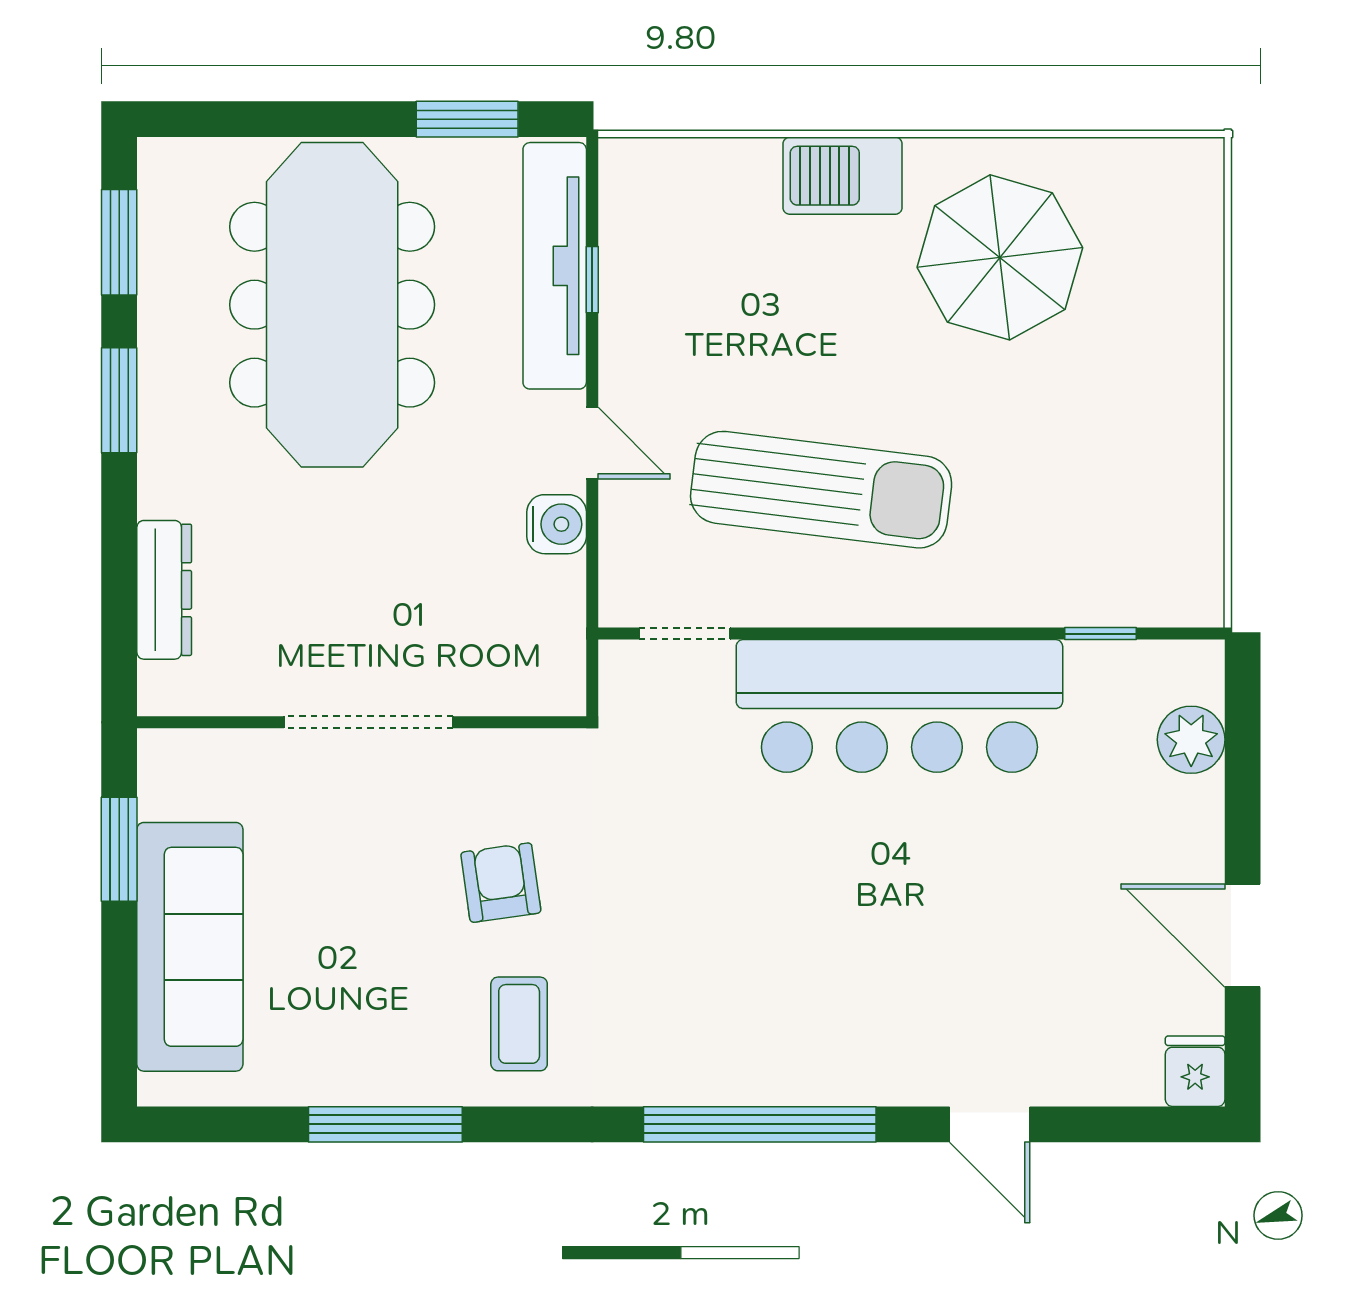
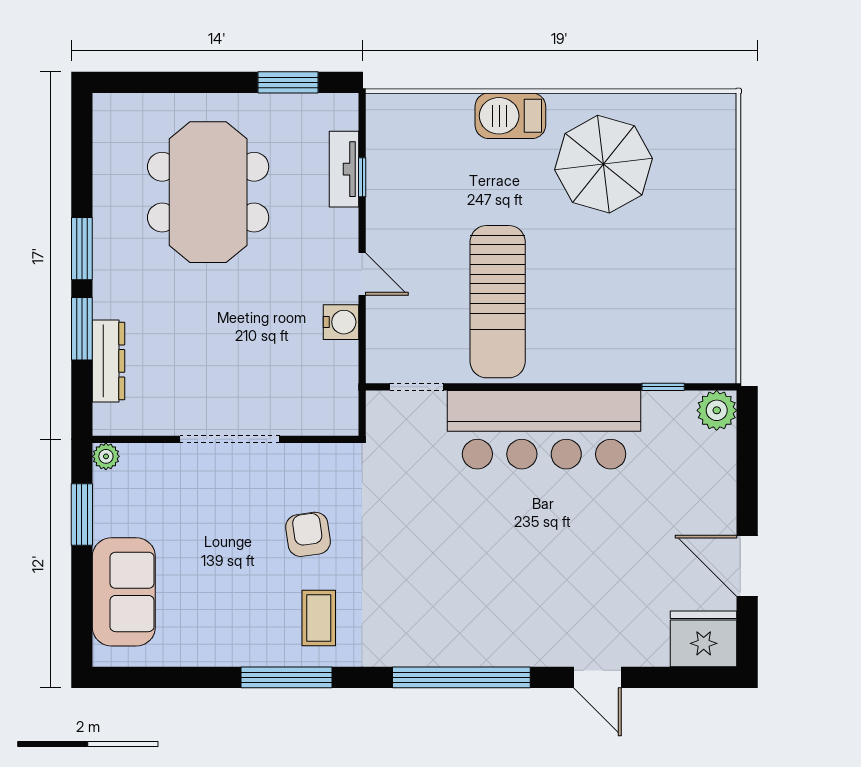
window: (119, 242) -> (82, 329), moved
tv unit: (555, 266) -> (344, 169), width x0.52, depth x0.78
meeting table: (332, 305) -> (208, 192), width x0.73
sun lounger: (821, 490) -> (498, 302), turned 83
plant: (1191, 740) -> (717, 410), moved
plant: (160, 751) -> (106, 456), added
sofa: (190, 947) -> (124, 592), width x0.73
fridge: (1195, 1071) -> (704, 639), width x1.88, depth x1.34
window: (385, 1124) -> (287, 677), moved

